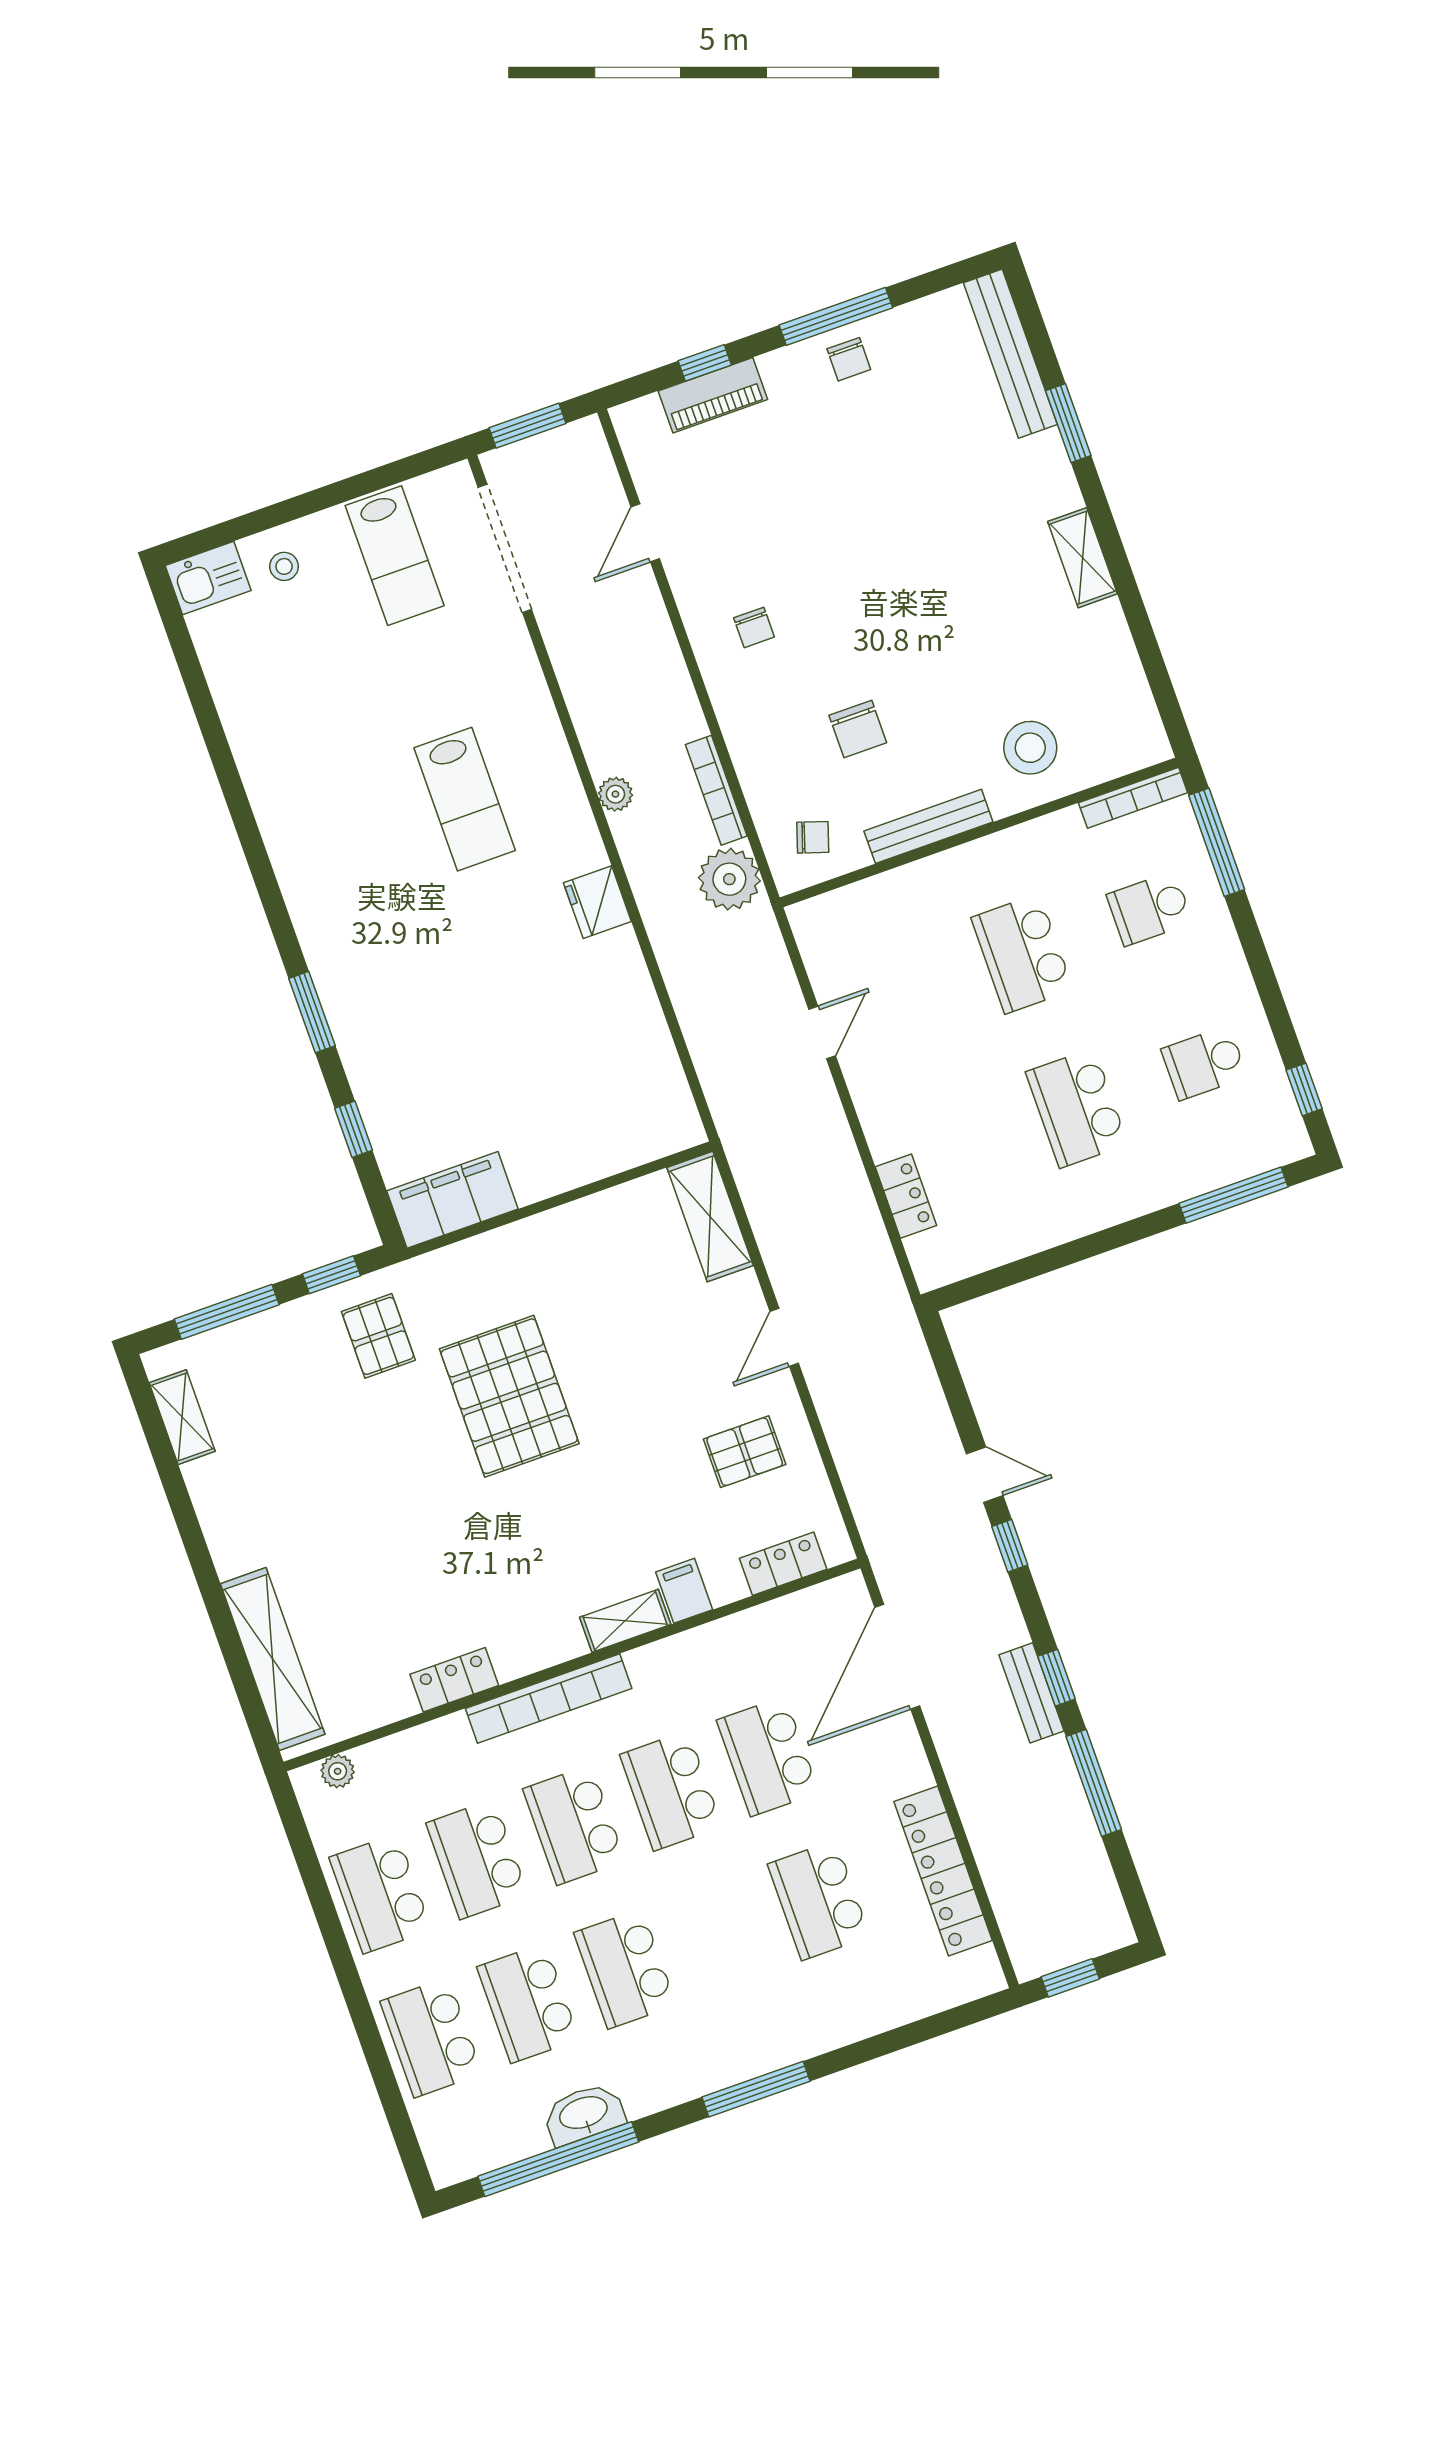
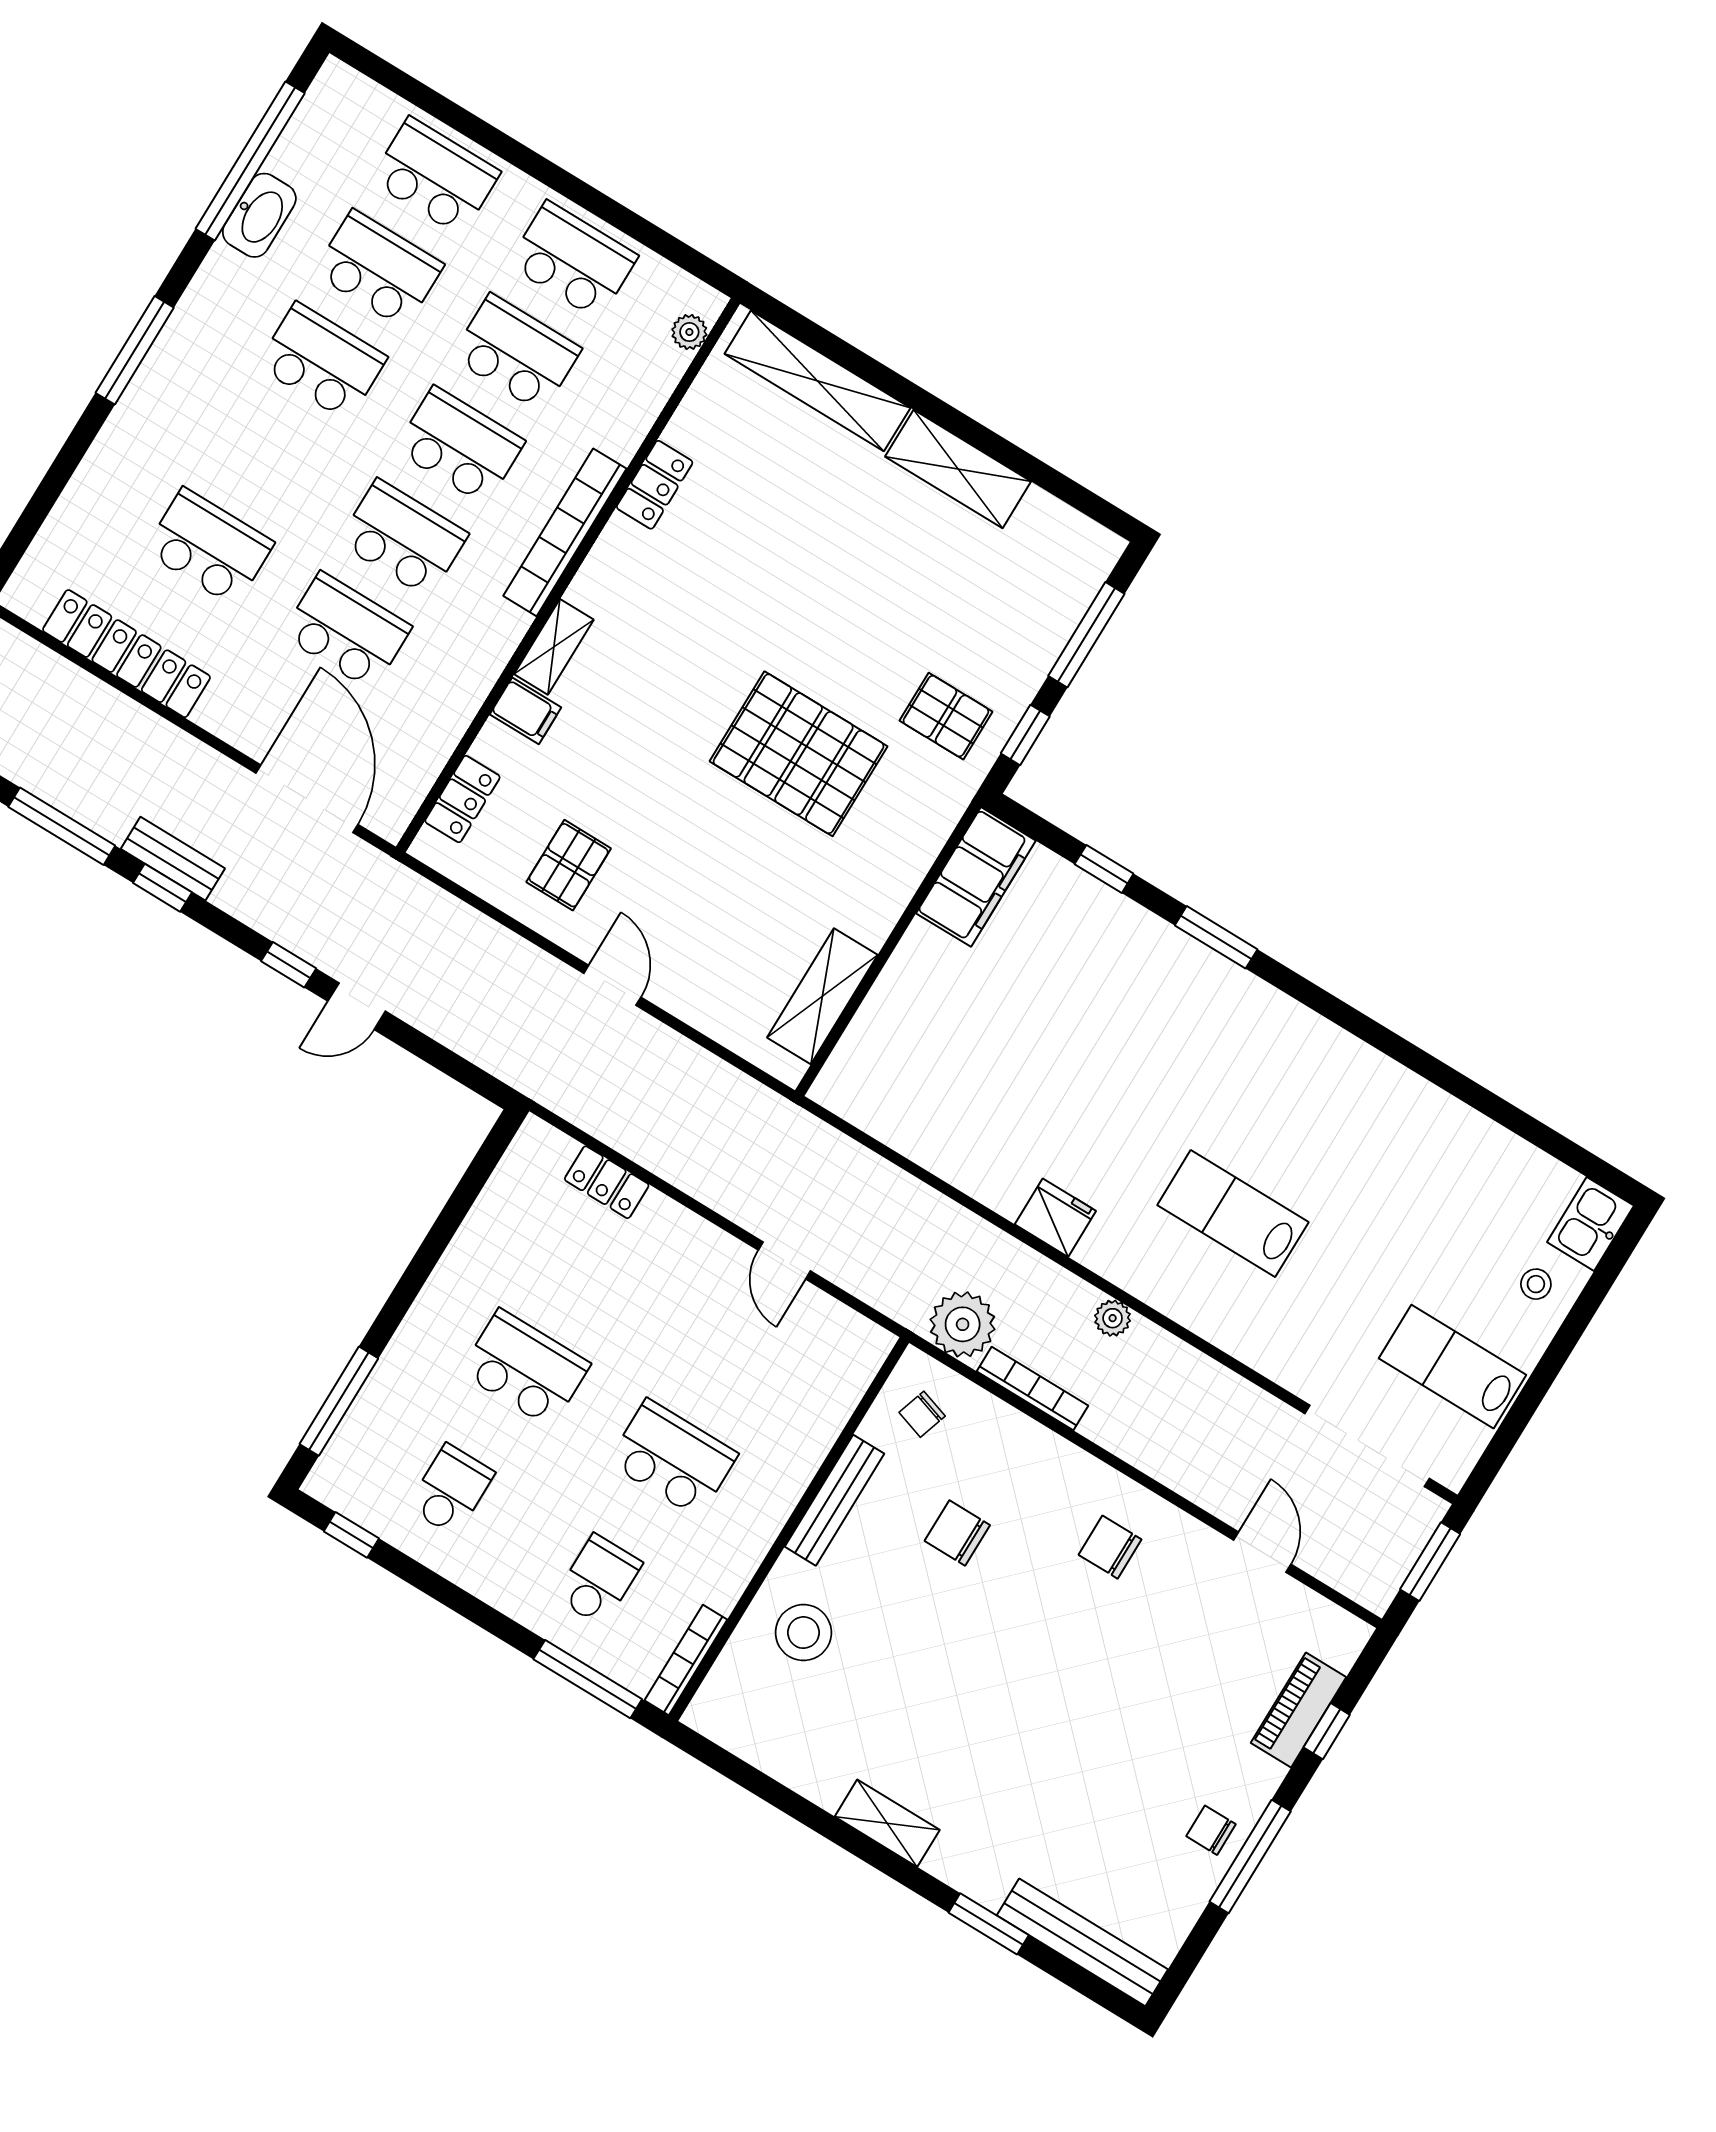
chair: (754, 627) -> (1110, 1547), width x1.37, depth x1.37
shelving: (710, 1217) -> (822, 996), moved, turned 90
shelving: (182, 1417) -> (958, 469), moved, width x1.50, depth x1.33

